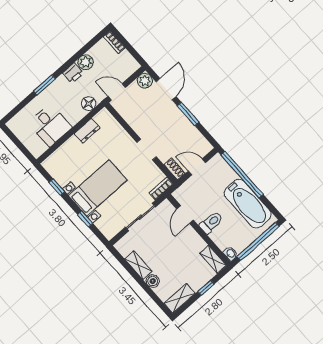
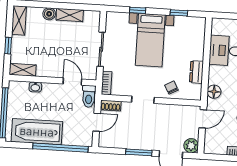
chair: (117, 138) -> (171, 88), added
toilet: (211, 223) -> (89, 96), moved
washbasin: (230, 254) -> (35, 87), moved

